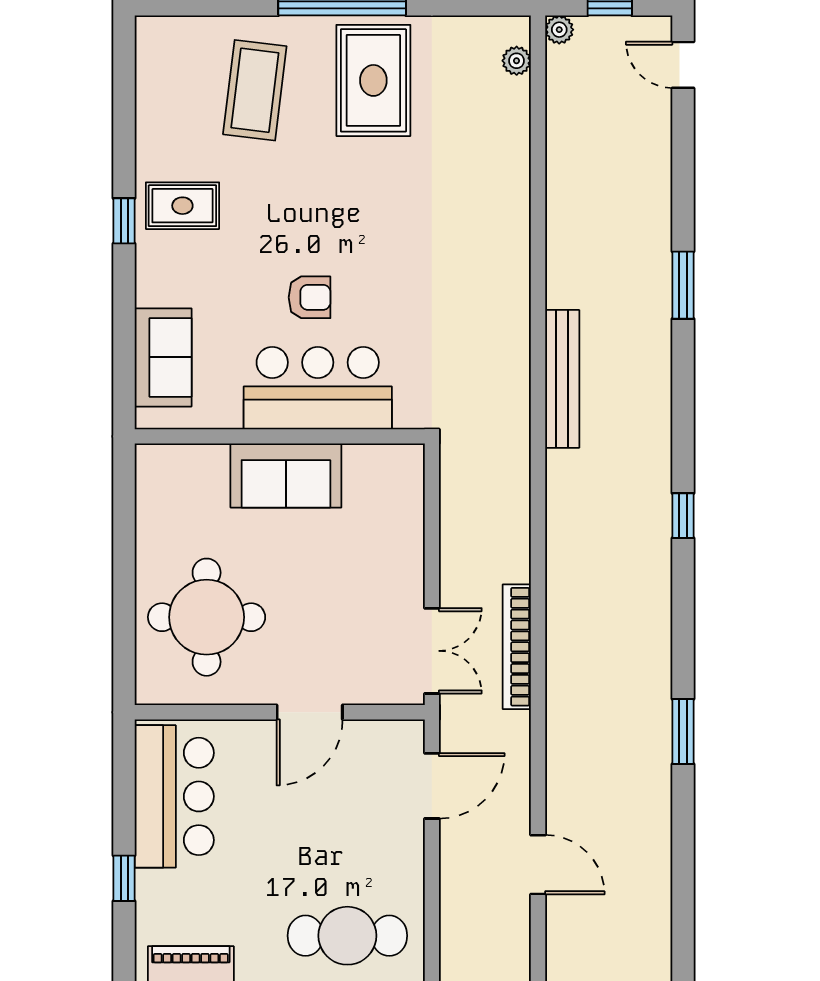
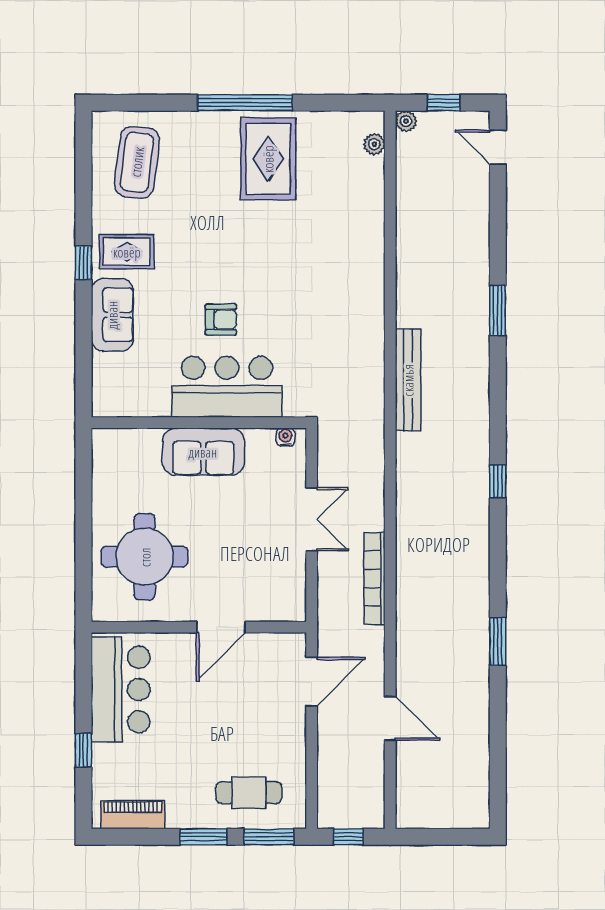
coffee table: (255, 90) -> (137, 162), moved
sofa: (163, 357) -> (112, 315), moved
water cooler: (397, 456) -> (285, 437), added
double door: (432, 651) -> (312, 519), moved
door: (538, 865) -> (390, 718), moved
cafe table: (347, 936) -> (249, 793), width x0.73, depth x0.74

